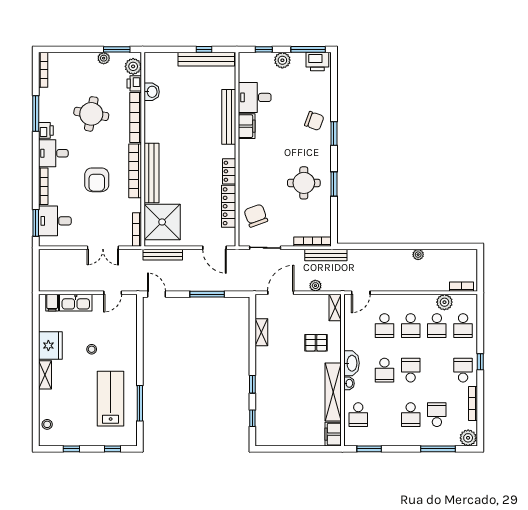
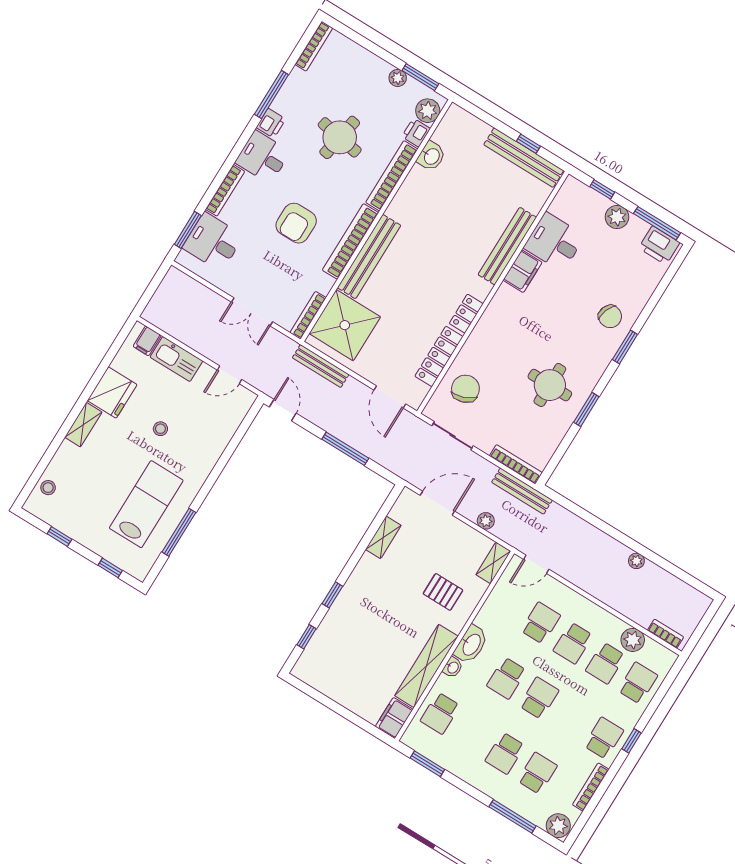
school desk: (384, 326) -> (541, 623), turned 180
school desk: (463, 326) -> (638, 683), turned 180

